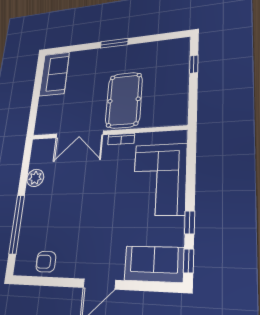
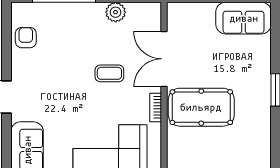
coffee table: (87, 182) -> (109, 73), added

